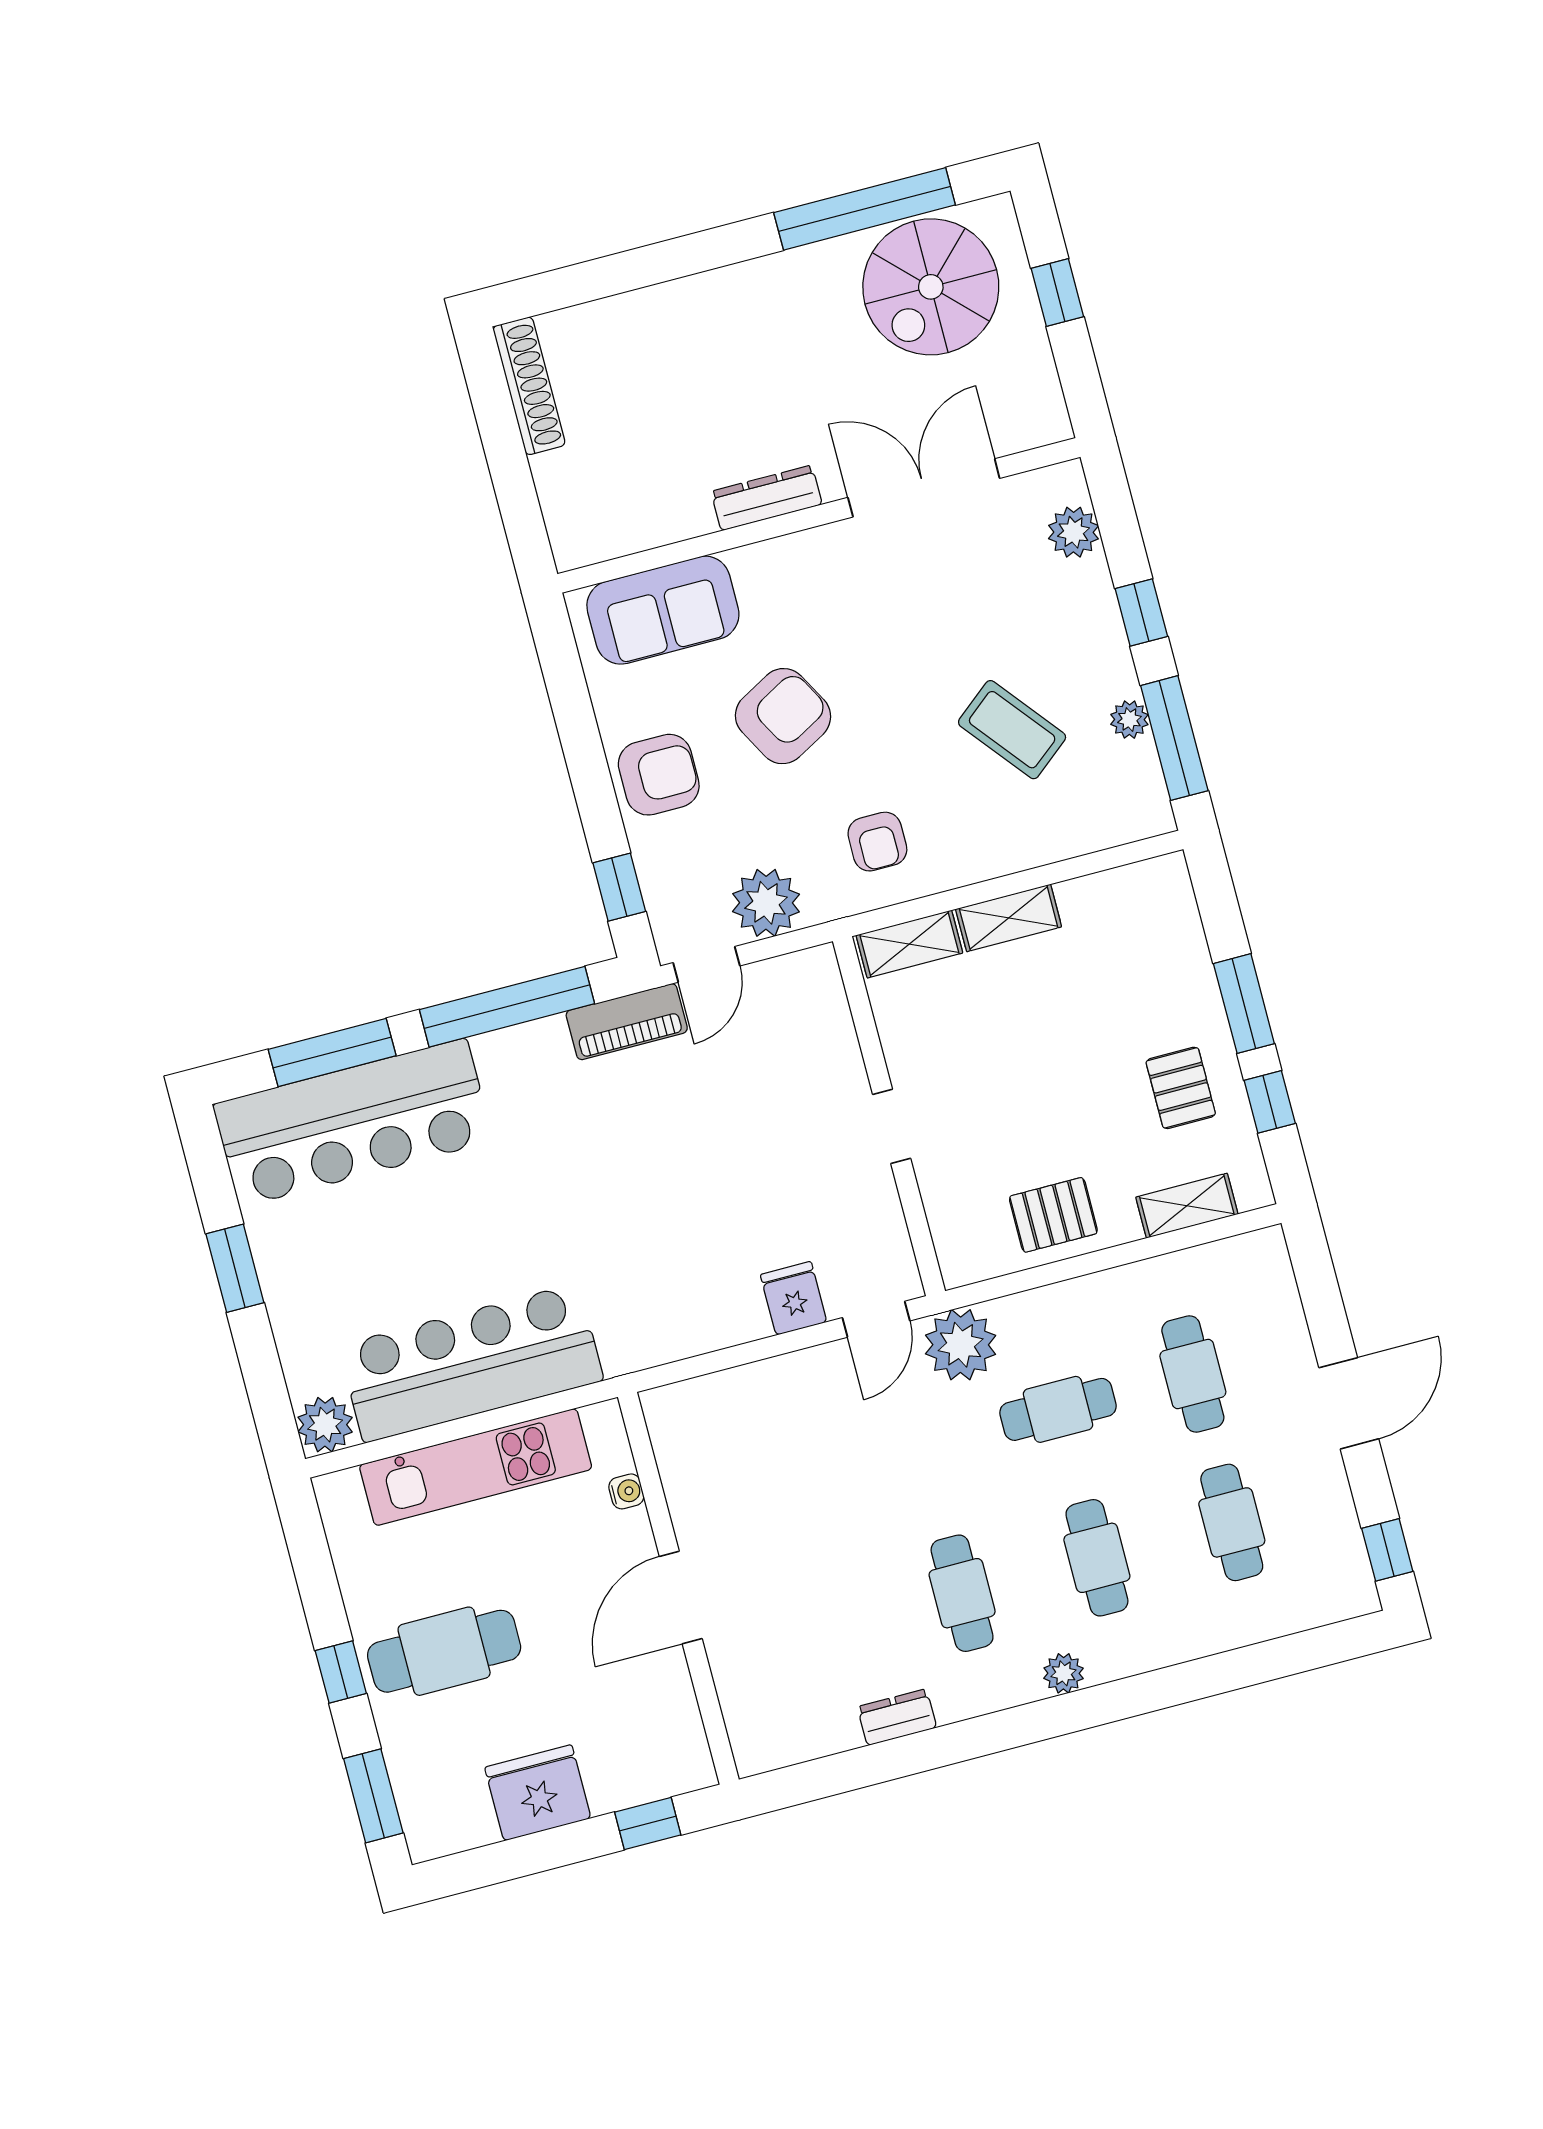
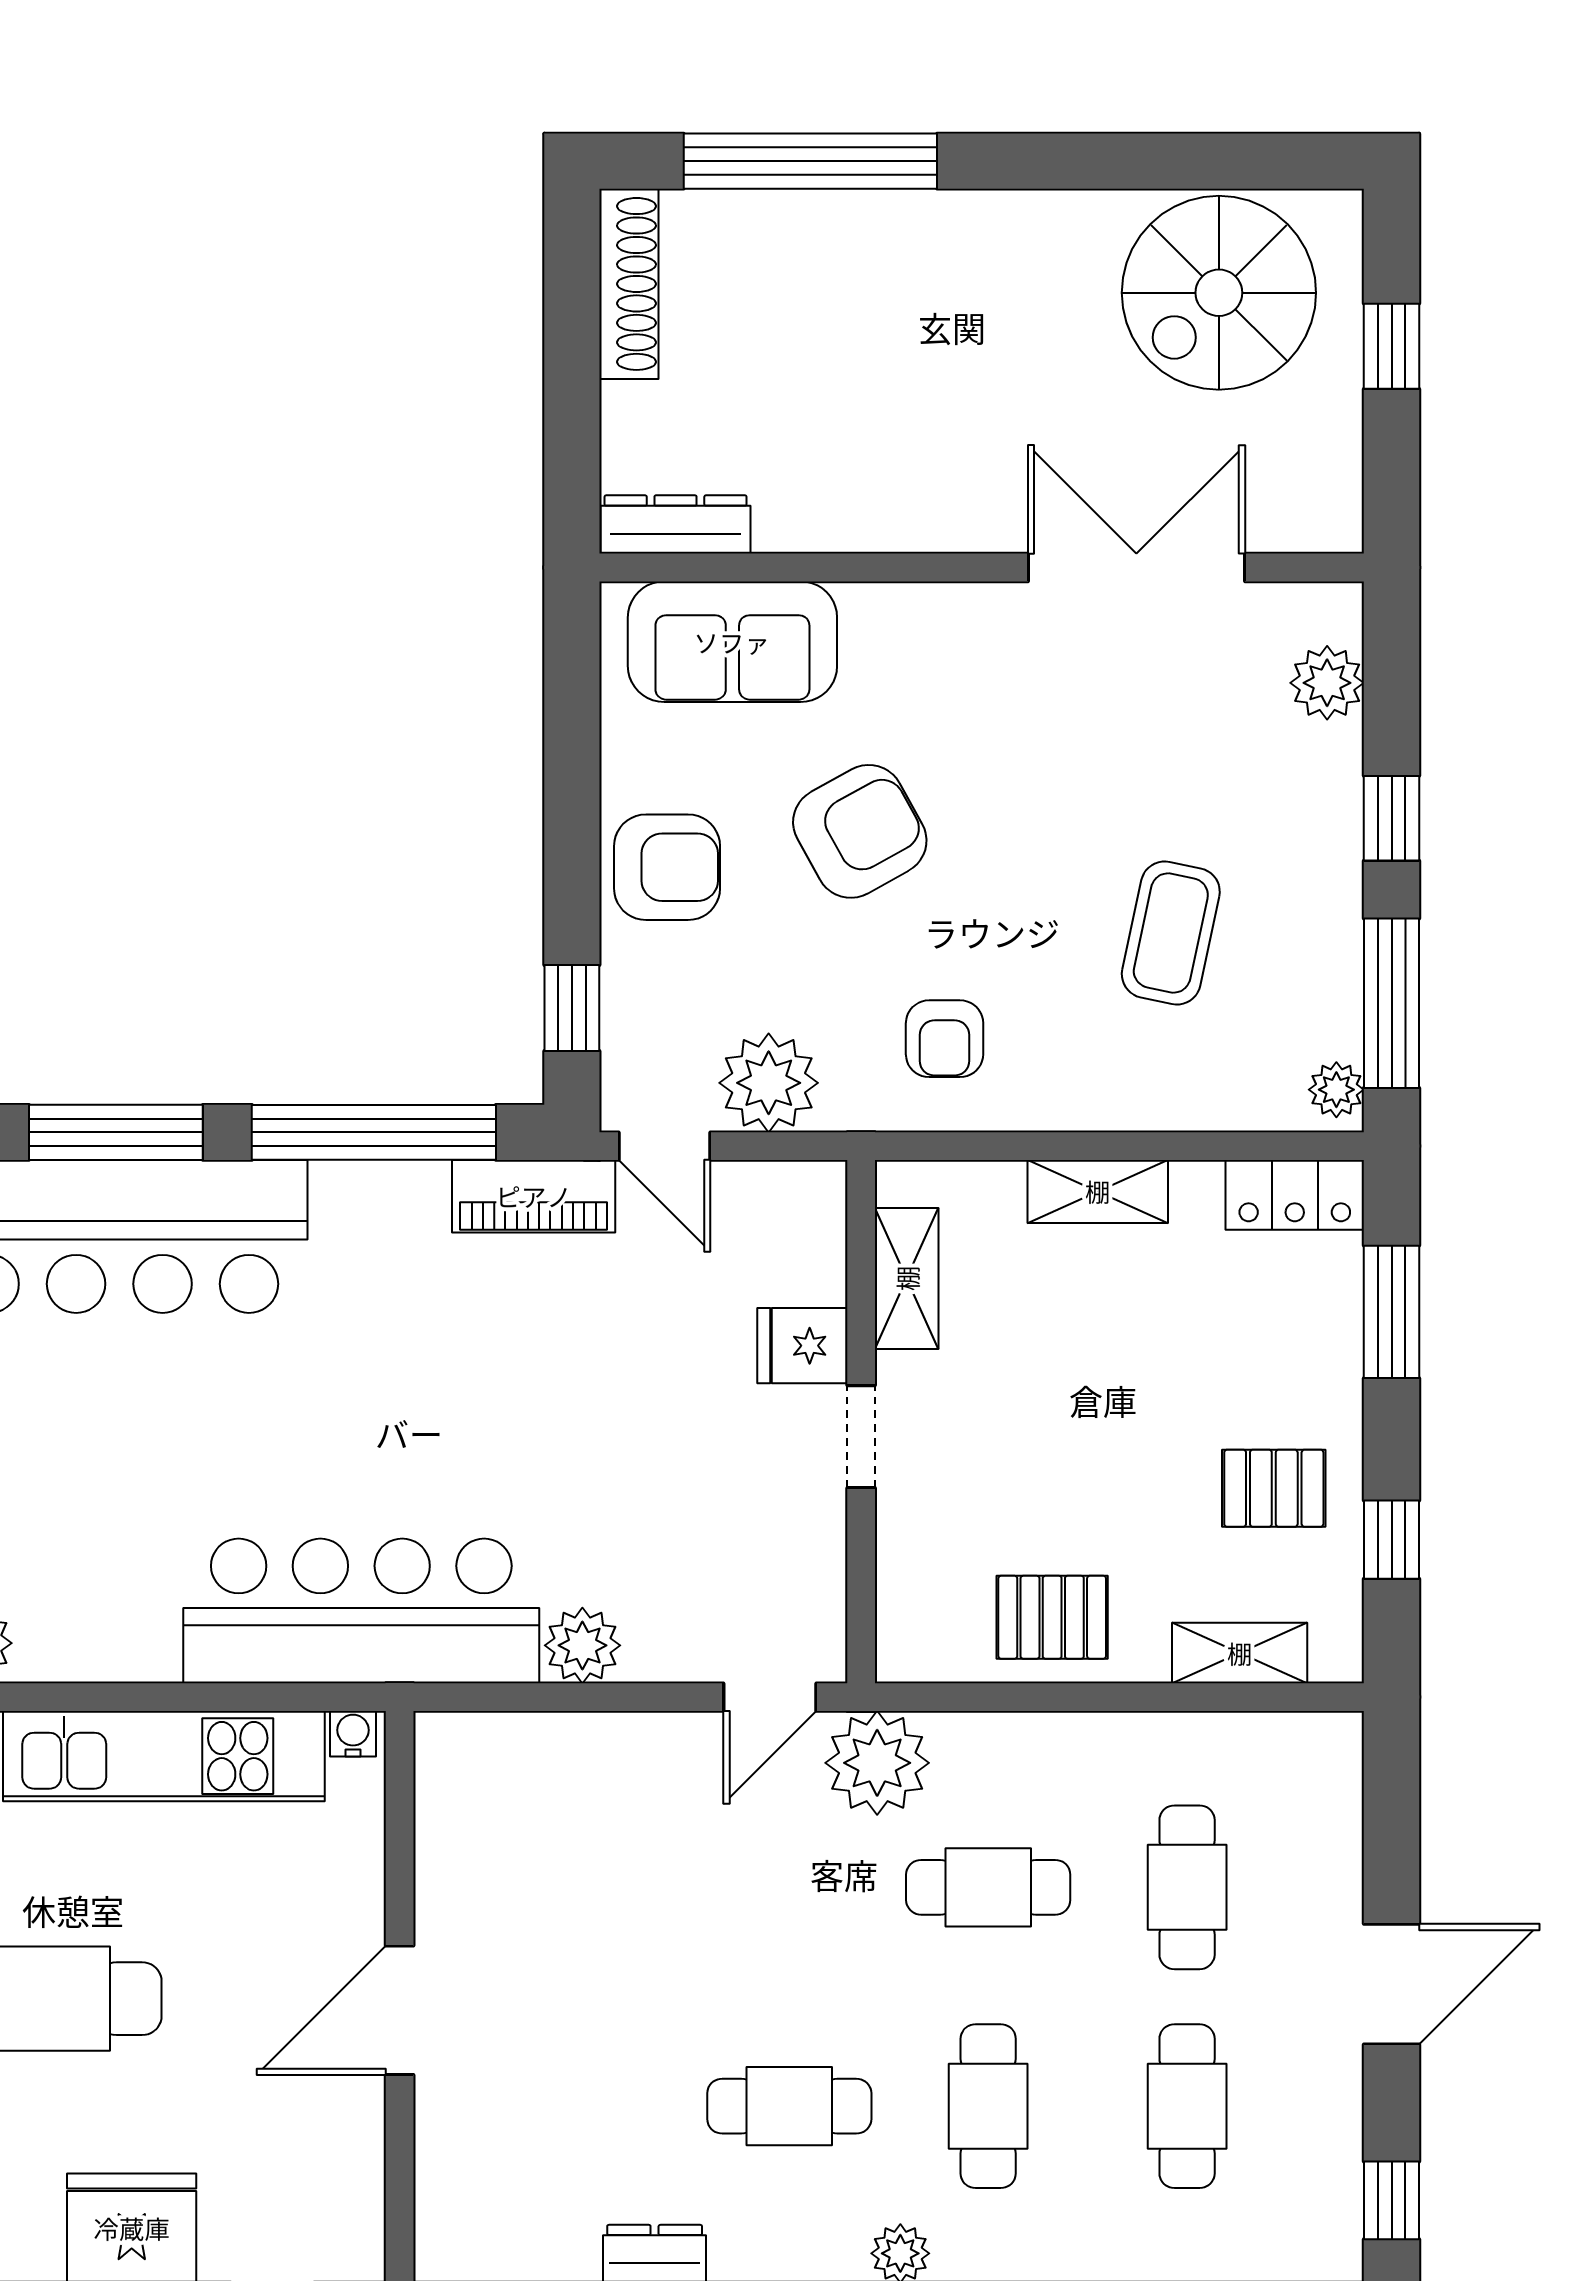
window: (865, 209) -> (810, 161), moved
dresser: (767, 498) -> (676, 524), moved
plant: (1129, 720) -> (1336, 1090), moved
coffee table: (1012, 730) -> (1171, 933), turned 51
locker: (1143, 885) -> (1295, 1195), added
shelving: (909, 944) -> (907, 1278), moved, turned 90
door: (707, 964) -> (664, 1146), hinge flipped
window: (1244, 1004) -> (1392, 1312), moved
pallet: (1181, 1088) -> (1274, 1488), turned 90
fridge: (794, 1298) -> (802, 1346), moved, turned -90
plant: (740, 1318) -> (582, 1645), added
bar counter: (471, 1363) -> (361, 1611), moved
water cooler: (626, 1491) -> (353, 1734), moved, turned -90
cafe table: (962, 1593) -> (789, 2106), turned 90

